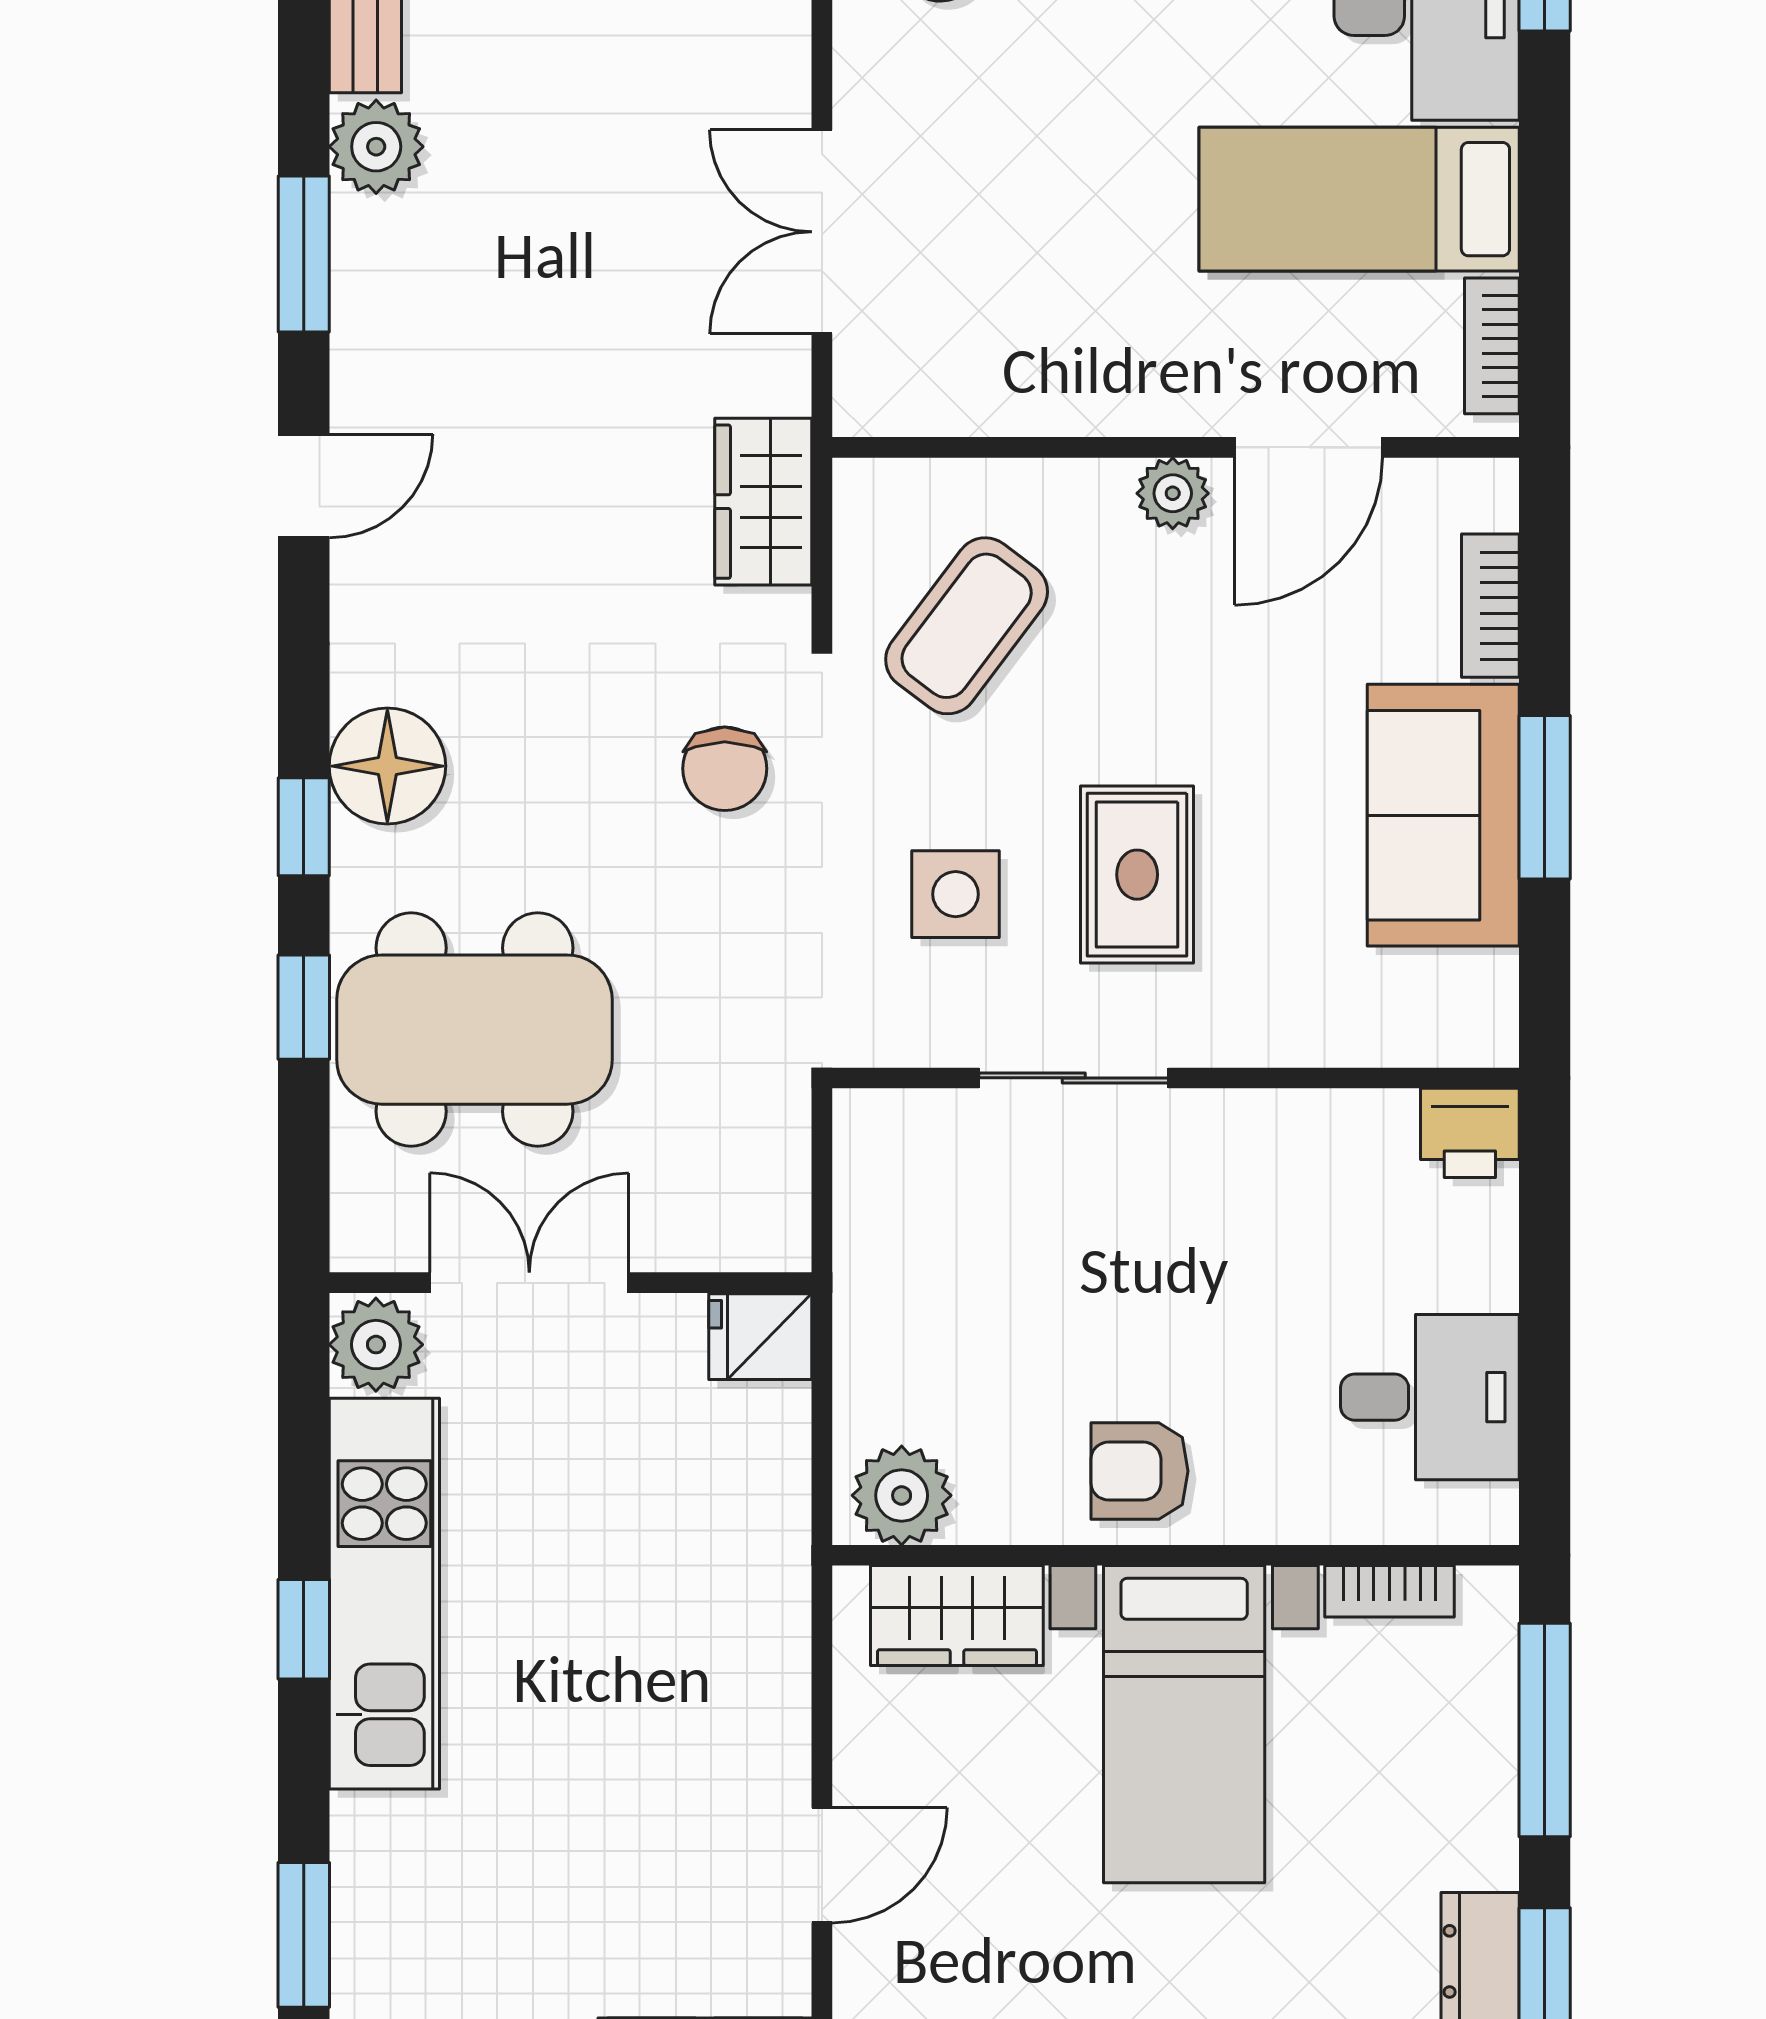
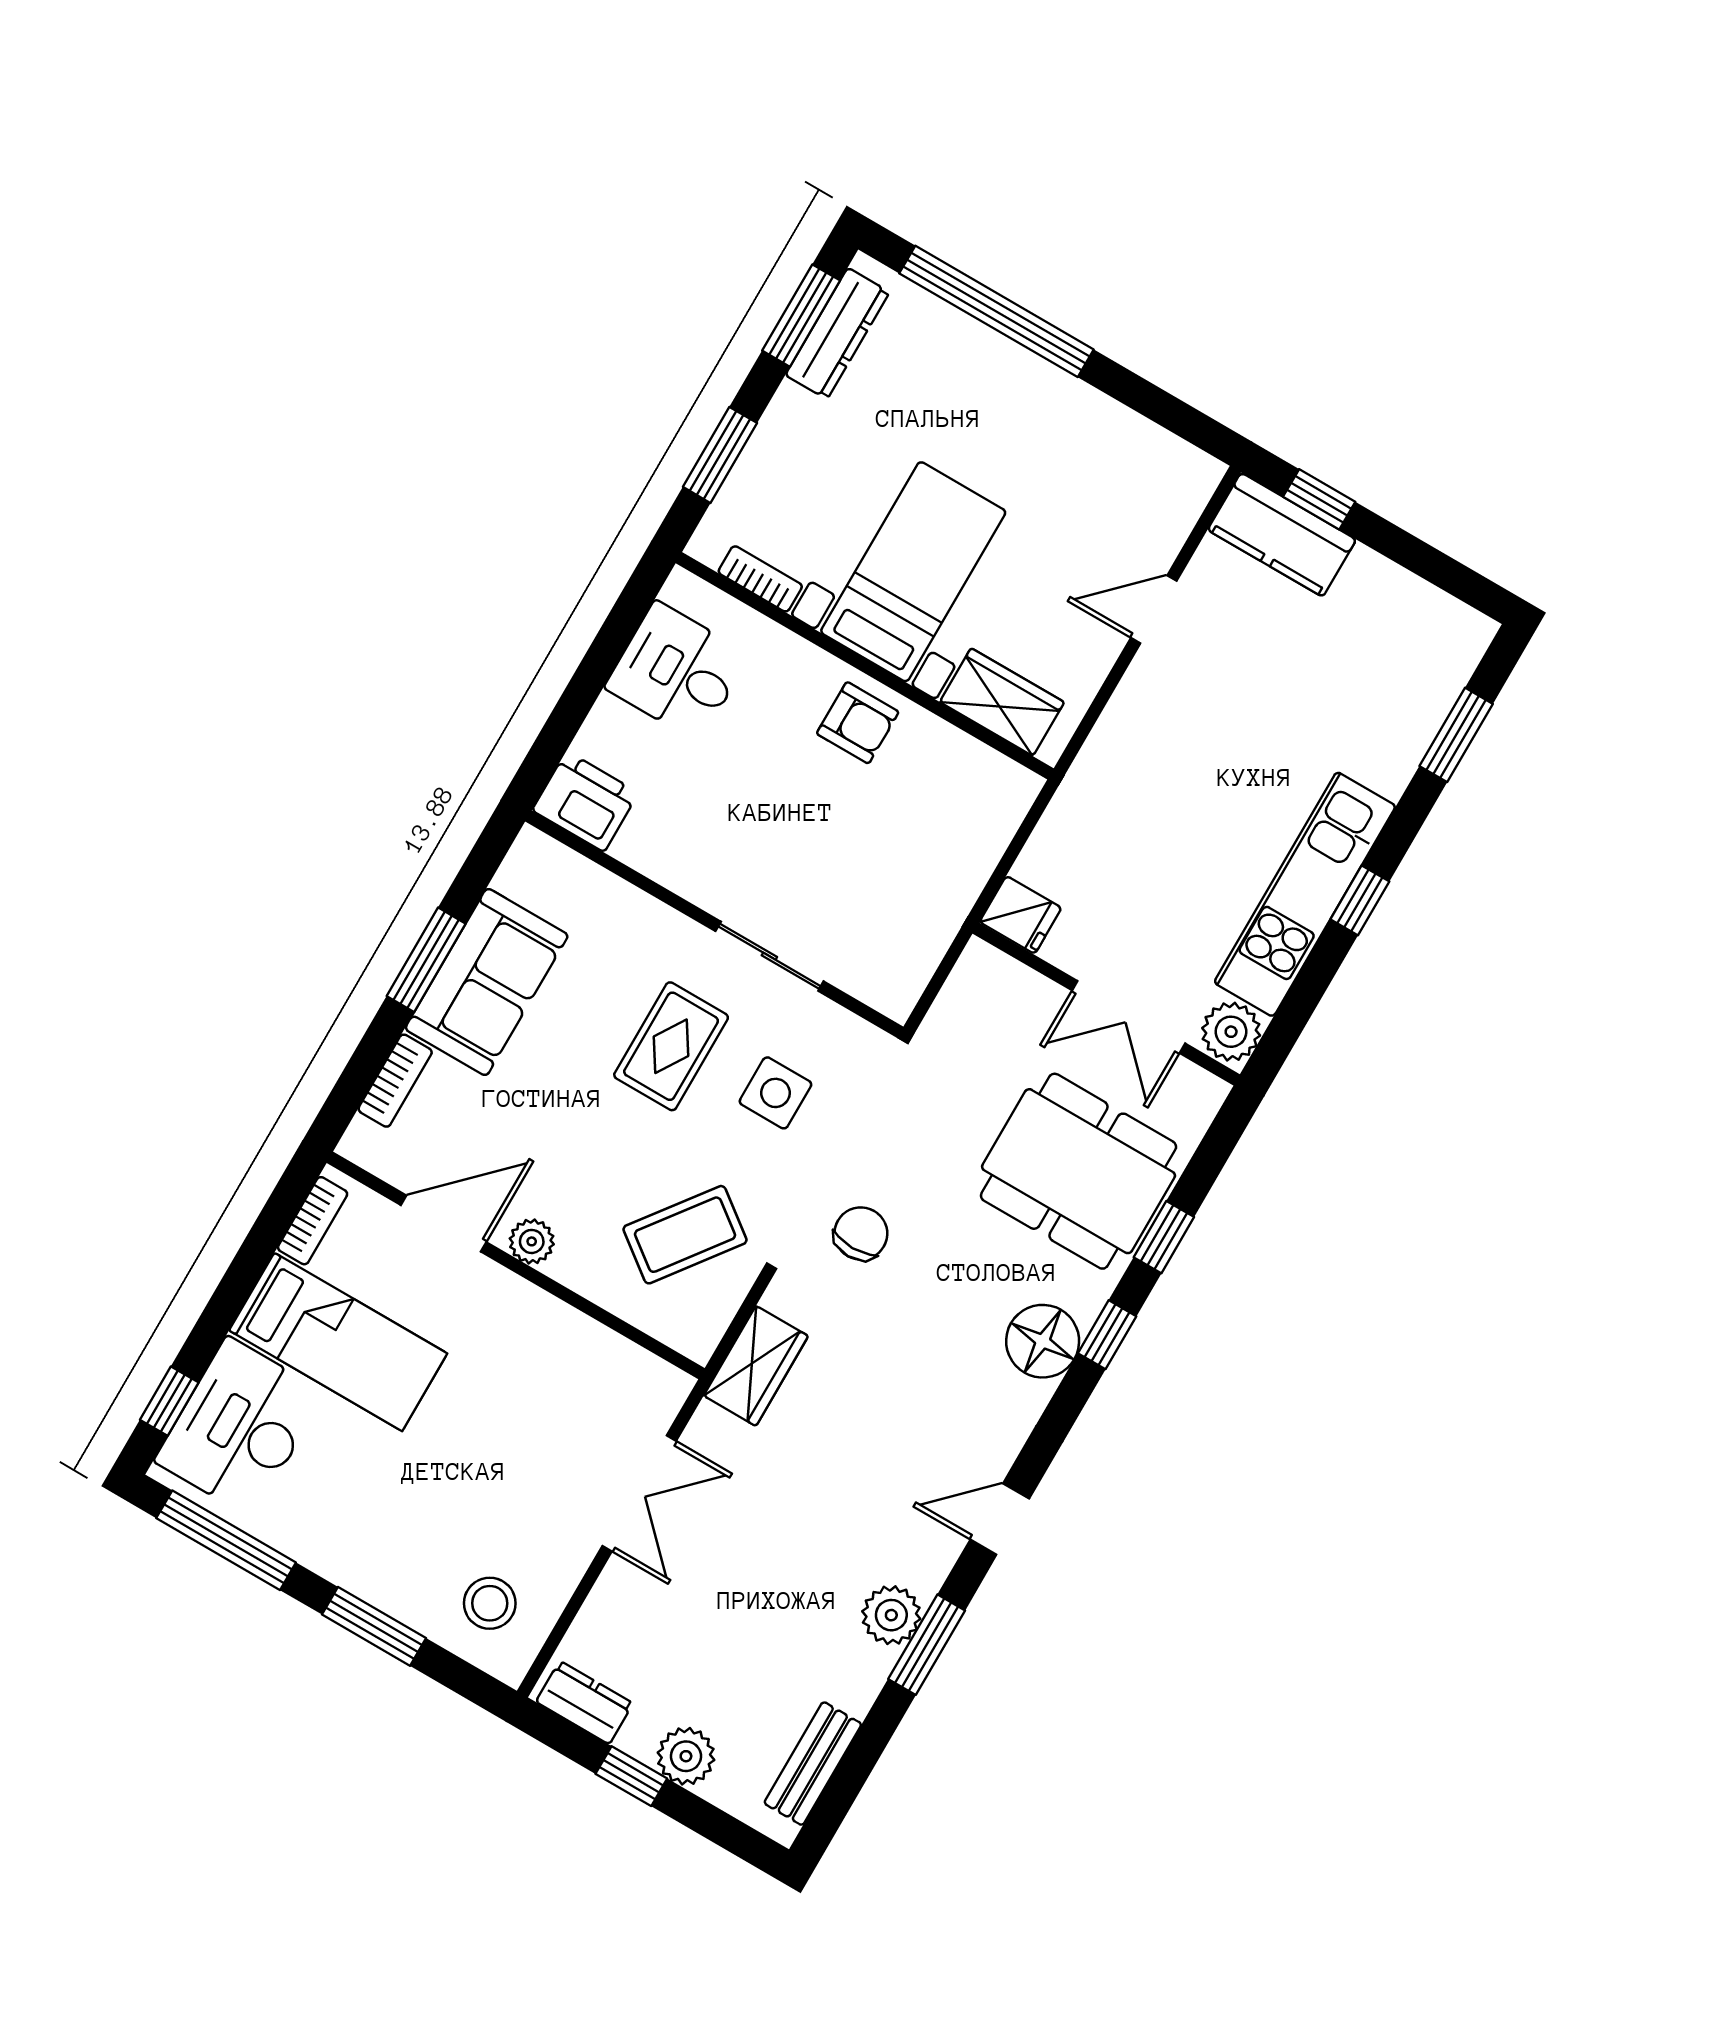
plant: (376, 147) -> (891, 1615), moved
printer: (1470, 1133) -> (585, 801), width x1.36, depth x1.24
plant: (902, 1495) -> (994, 784), removed
window: (1545, 1730) -> (720, 455), width x0.69

